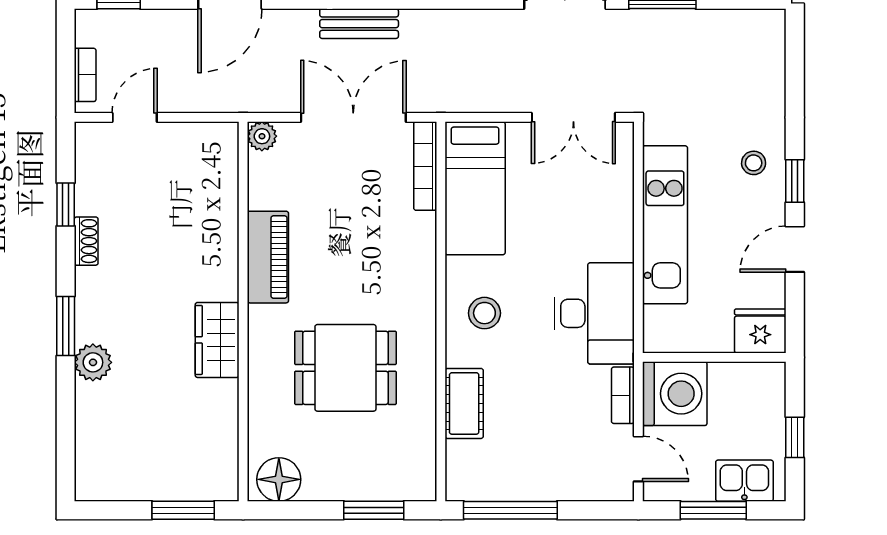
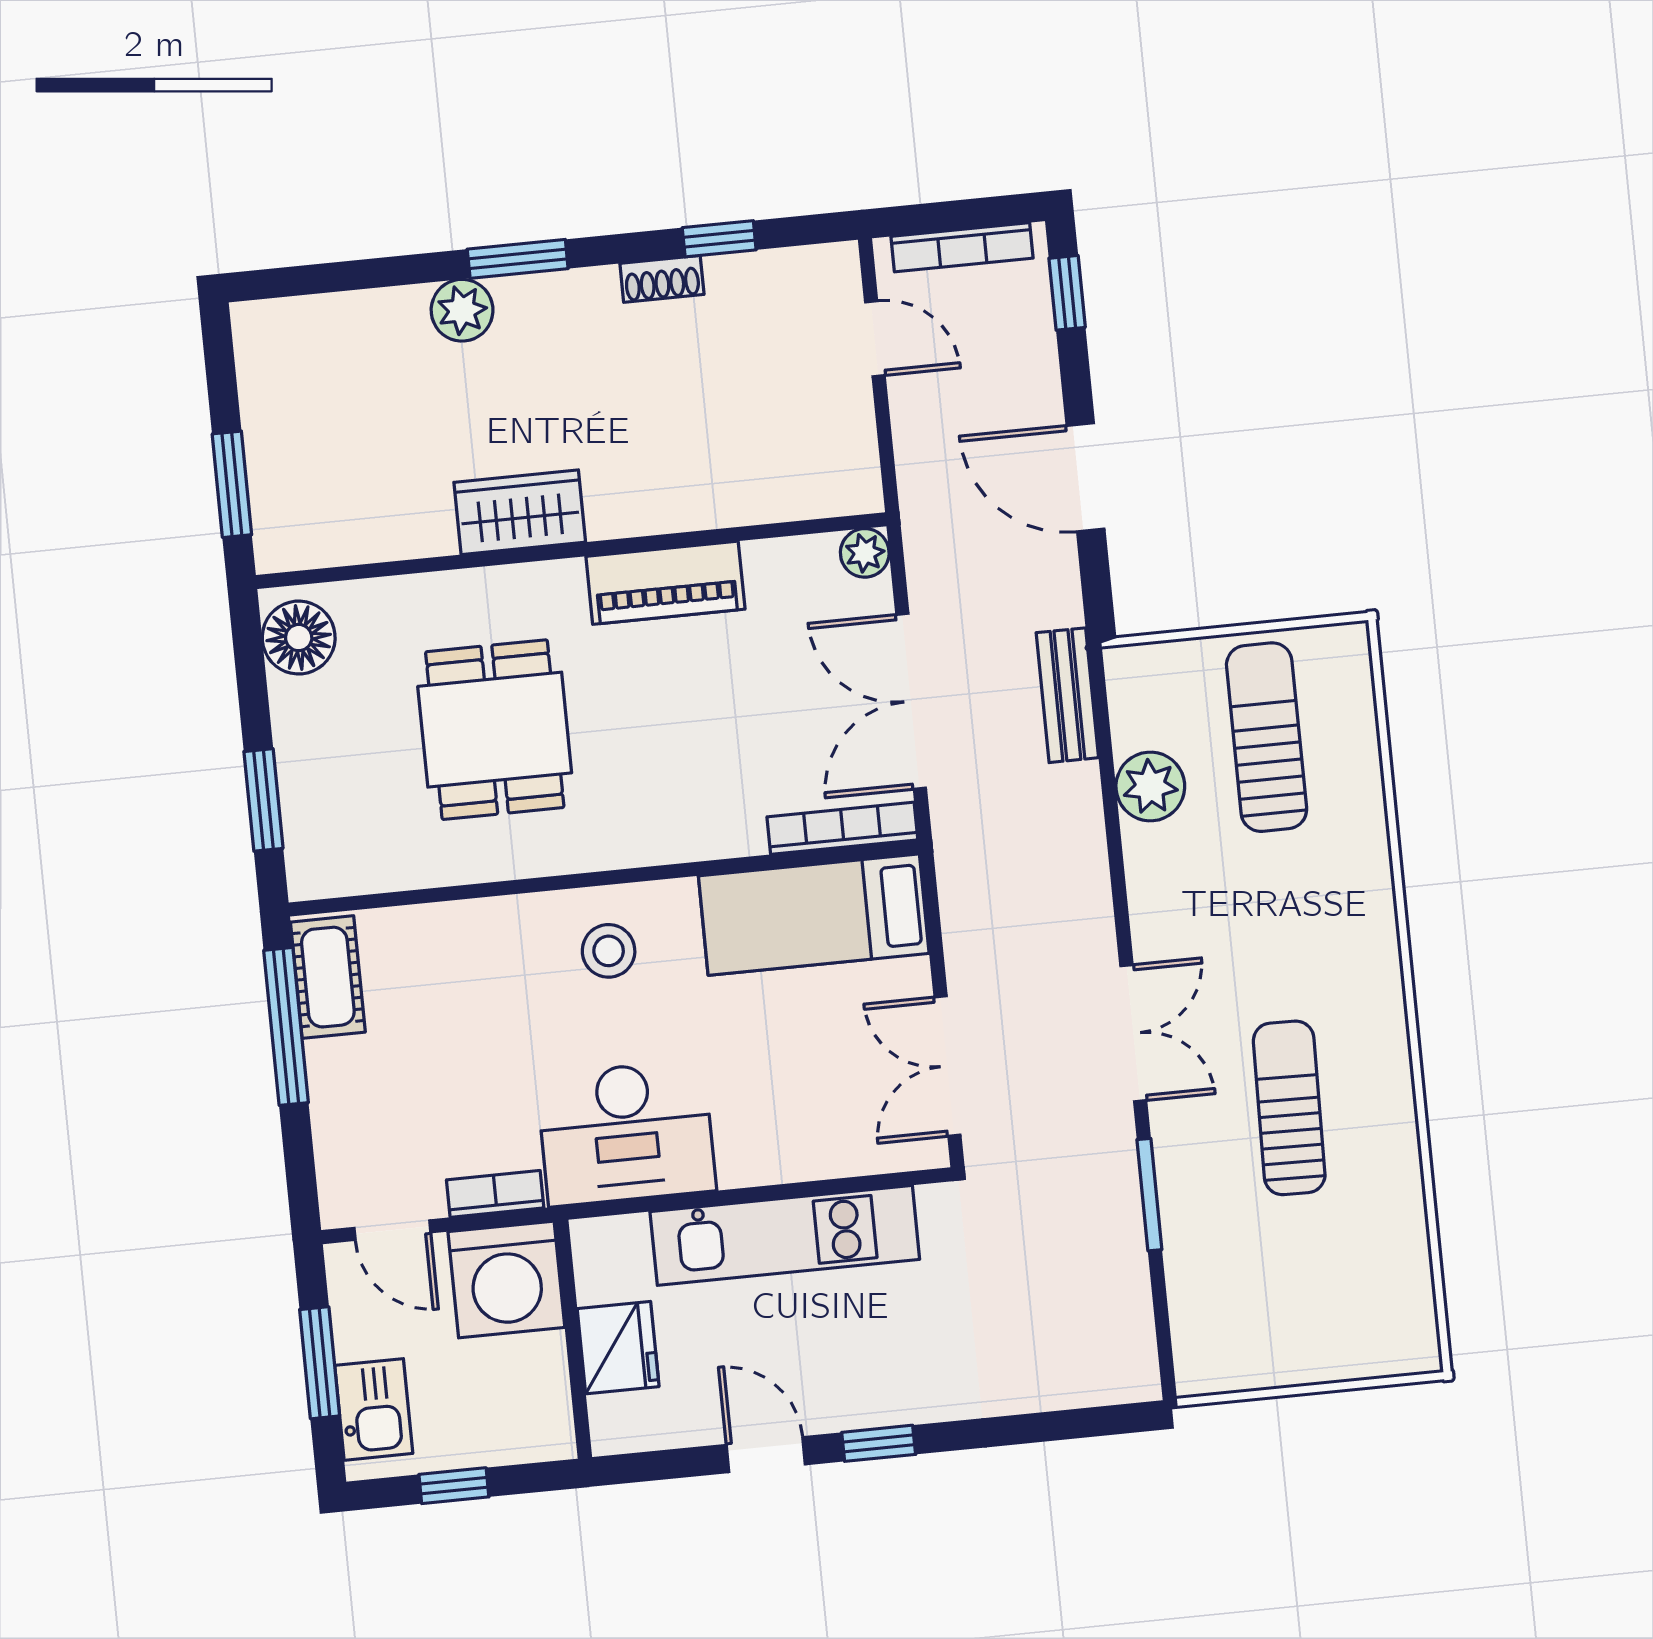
bookcase: (85, 75) -> (962, 247), width x1.56
double door: (353, 117) -> (911, 701), swing flipped
stool: (754, 163) -> (902, 1372), removed
fridge: (760, 331) -> (618, 1348), moved
cot: (464, 403) -> (328, 977), moved, turned 90
door: (638, 459) -> (392, 1230), hinge flipped

